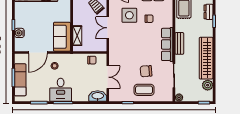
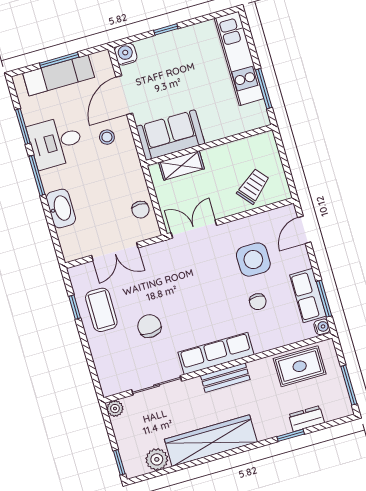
double door: (108, 28) -> (194, 229), moved
water cooler: (19, 33) -> (126, 54), moved
door: (38, 52) -> (124, 95), hinge flipped
desk: (61, 90) -> (56, 142), moved
coffee table: (144, 90) -> (101, 310), moved
washbasin: (98, 96) -> (61, 208), moved

